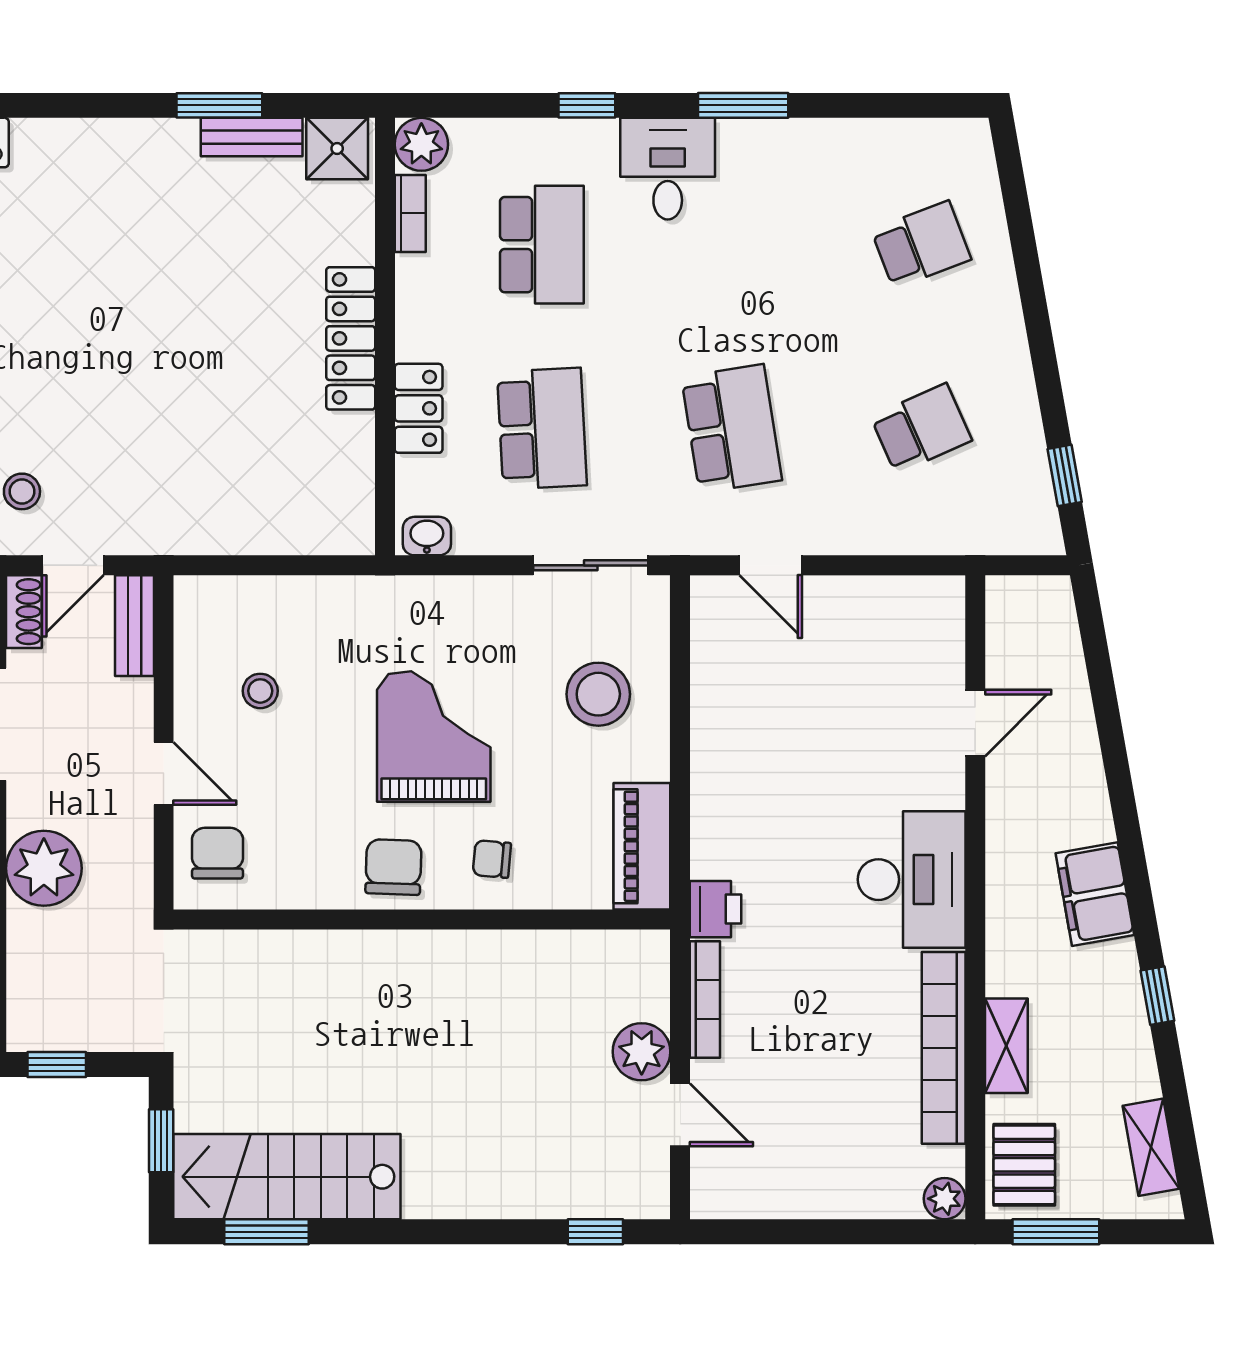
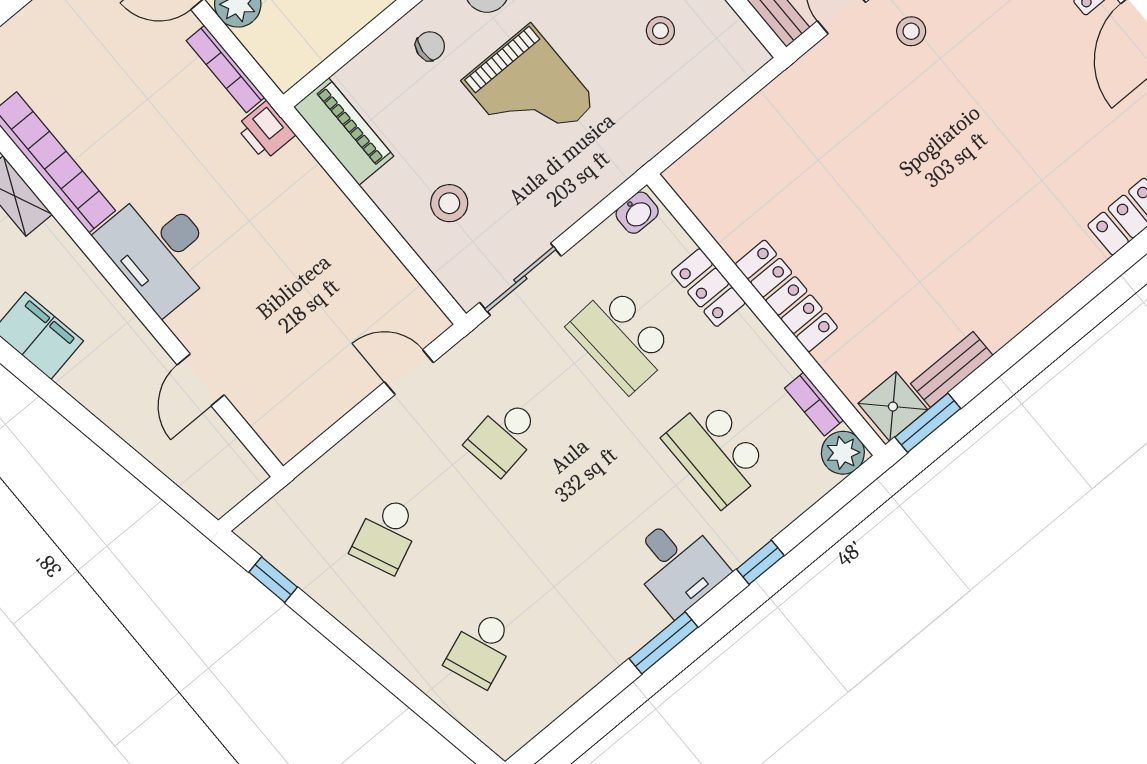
window: (219, 105) -> (928, 423), moved
school desk: (732, 429) -> (504, 437), width x0.54
stool: (598, 694) -> (449, 203), width x0.73, depth x0.73

